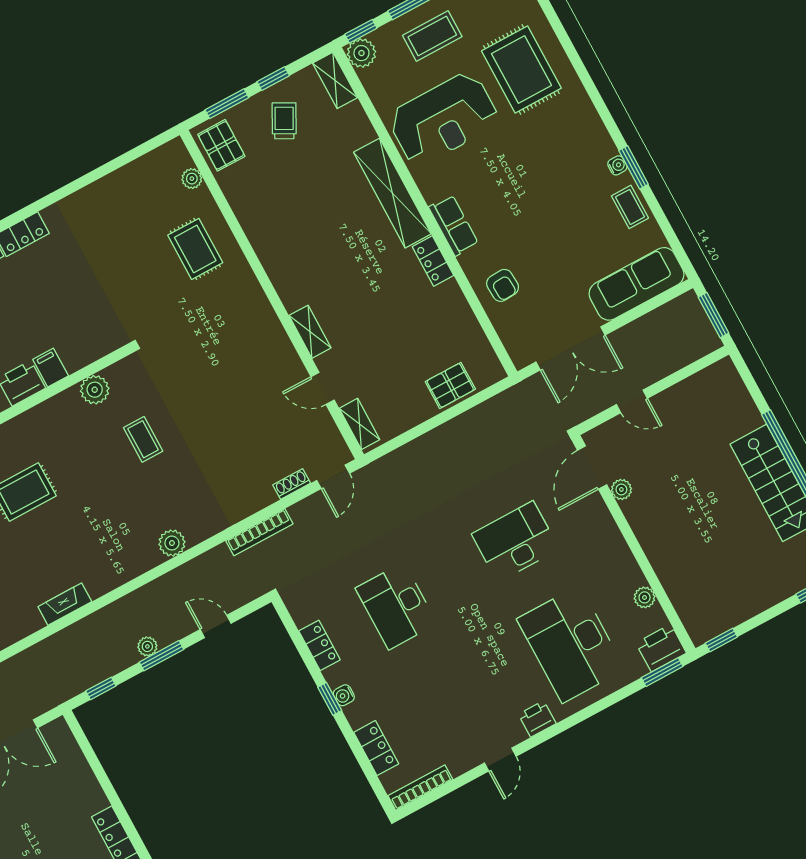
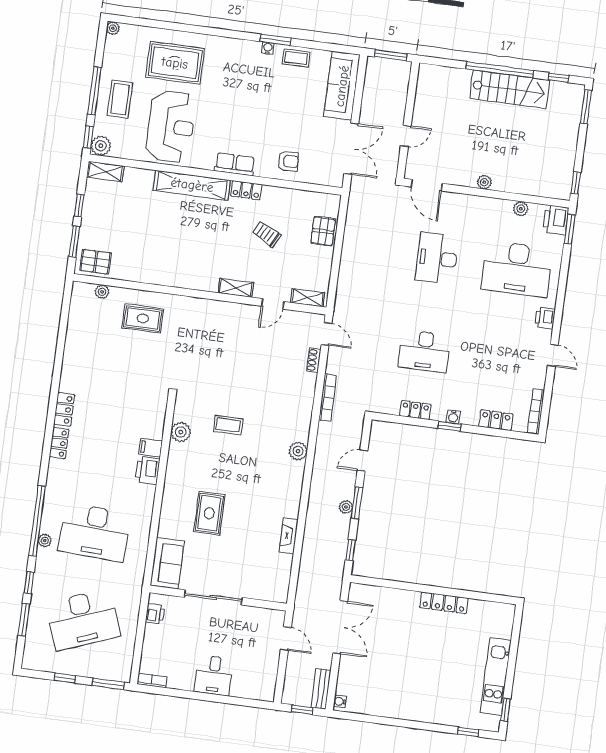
trolley: (284, 121) -> (267, 234), moved
plant: (621, 489) -> (484, 182), moved

